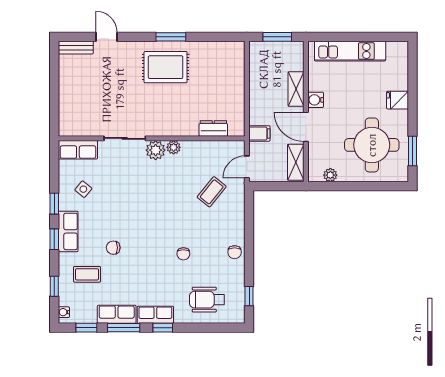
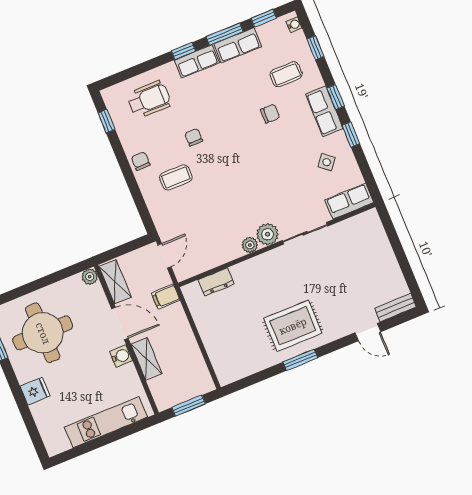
plant: (330, 175) -> (90, 277), moved
coffee table: (212, 192) -> (176, 177), moved, turned 51

